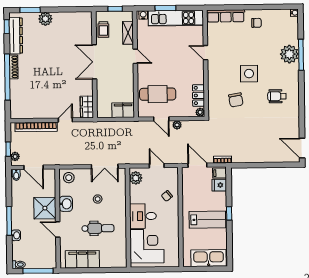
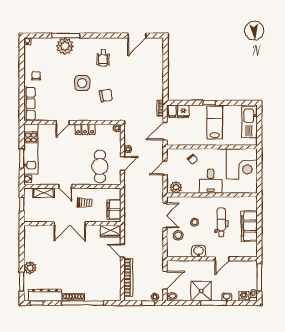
trolley: (103, 29) -> (85, 203), moved
door: (135, 56) -> (65, 186), swing flipped
locker: (198, 95) -> (85, 129), moved
filing cabinet: (123, 110) -> (114, 209), moved
door: (302, 148) -> (137, 36), moved
stool: (69, 178) -> (178, 235), moved
shower: (45, 208) -> (201, 291), moved
corner desk: (147, 246) -> (242, 164), moved, turned 180
washing machine: (17, 254) -> (244, 296), added
filing cabinet: (82, 259) -> (249, 226), moved

